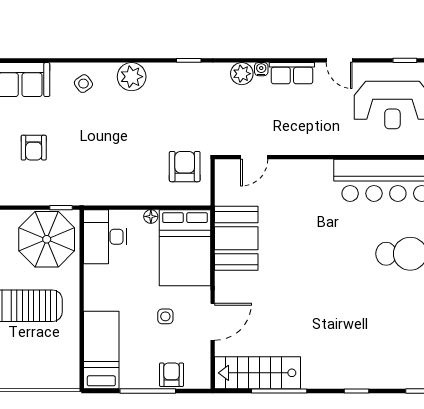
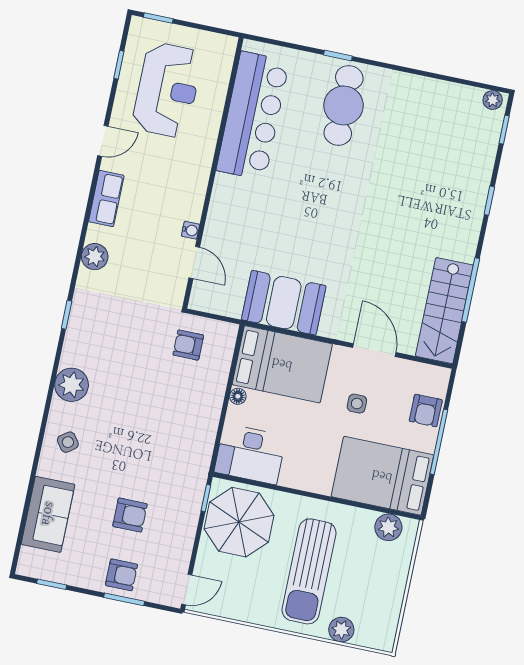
water cooler: (261, 69) -> (191, 230), moved, turned 180
armchair: (185, 167) -> (188, 345), width x0.72, depth x0.72
bed: (101, 350) -> (382, 476), width x1.50
plant: (68, 364) -> (388, 527), added
armchair: (172, 375) -> (426, 411), turned -90

